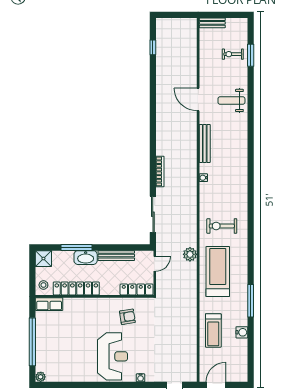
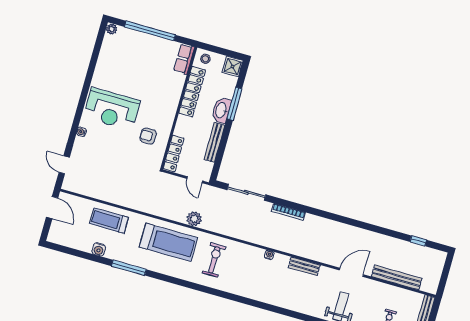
bench: (191, 57) -> (397, 277), added
bench: (205, 143) -> (304, 266), width x0.73
armchair: (127, 317) -> (148, 136), turned 99

